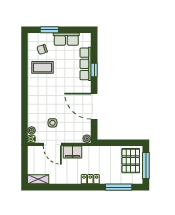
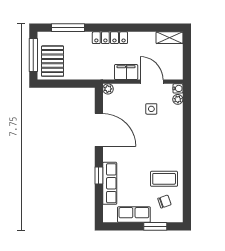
locker: (90, 179) -> (110, 38), width x1.53

